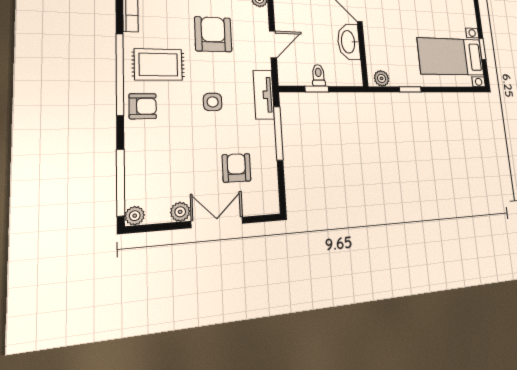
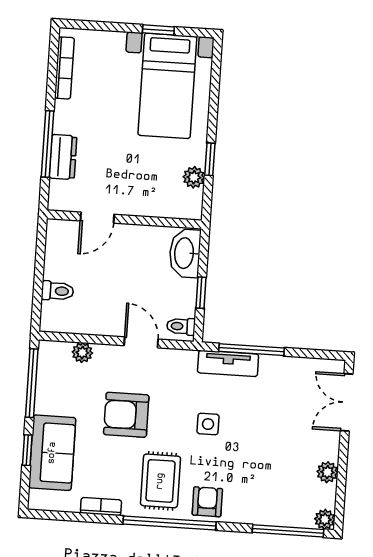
washbasin: (349, 42) -> (185, 253), moved, turned 90
toilet: (318, 75) -> (181, 326), moved
plant: (382, 78) -> (194, 177), moved
tv unit: (264, 95) -> (228, 363), moved
armchair: (236, 168) -> (287, 405), removed
double door: (217, 222) -> (347, 402), moved

